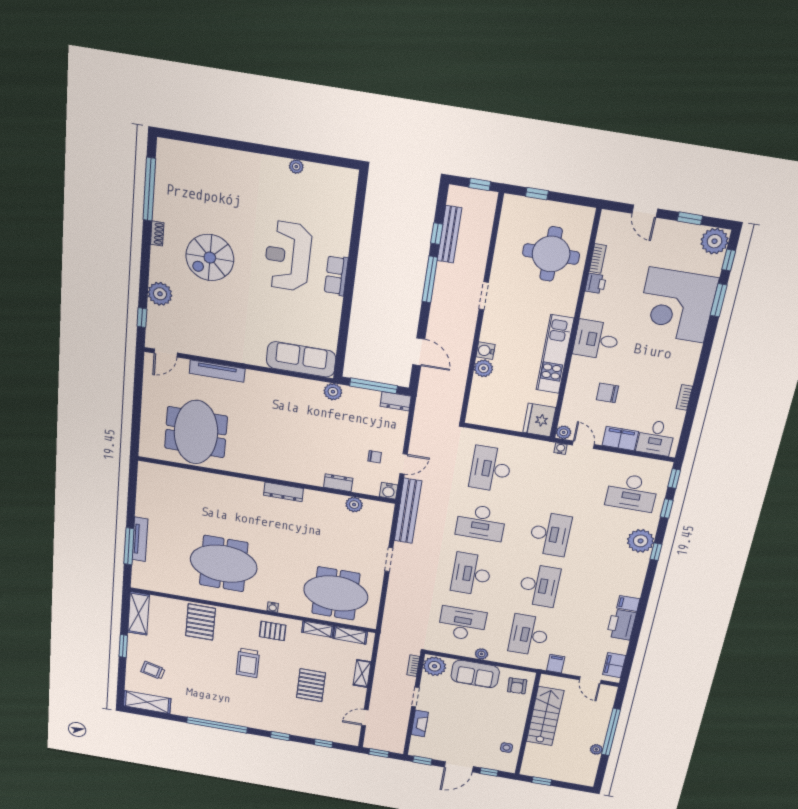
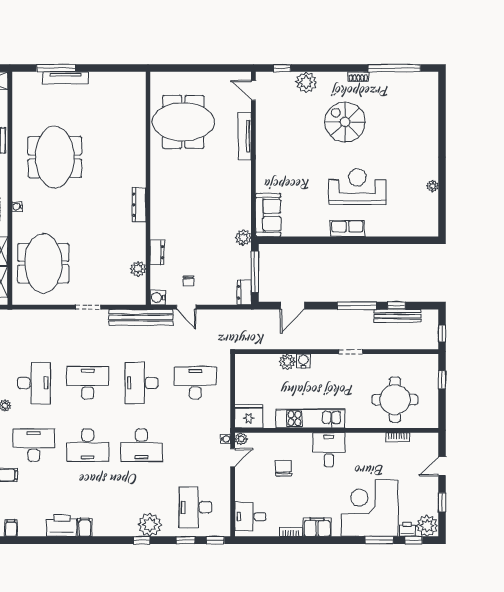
printer: (596, 283) -> (407, 529), moved, turned 180
sofa: (301, 359) -> (268, 215), width x0.73
filing cabinet: (620, 438) -> (317, 527), moved, turned -90
filing cabinet: (614, 665) -> (11, 528), width x0.50

